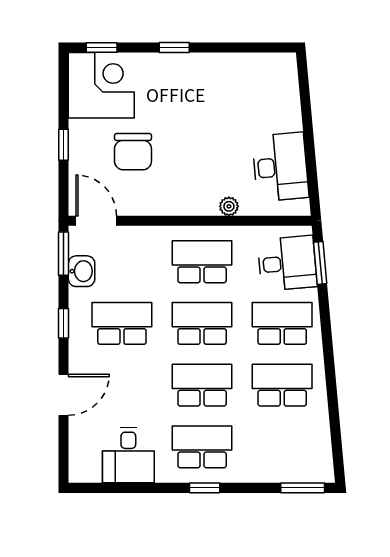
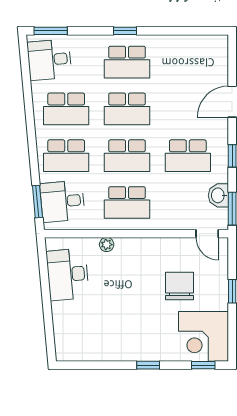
door: (96, 221) -> (207, 234), width x0.73
desk: (128, 455) -> (49, 60), moved, turned -95

